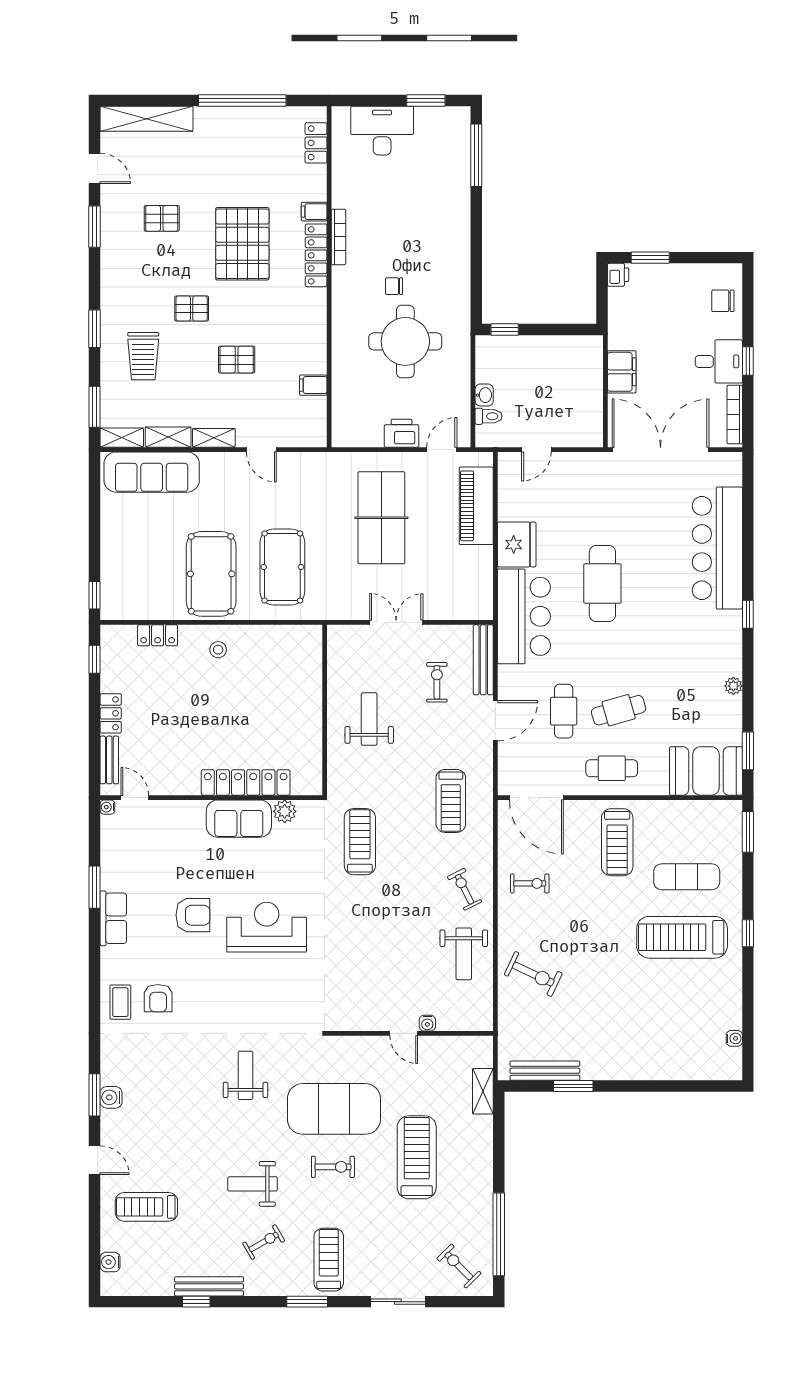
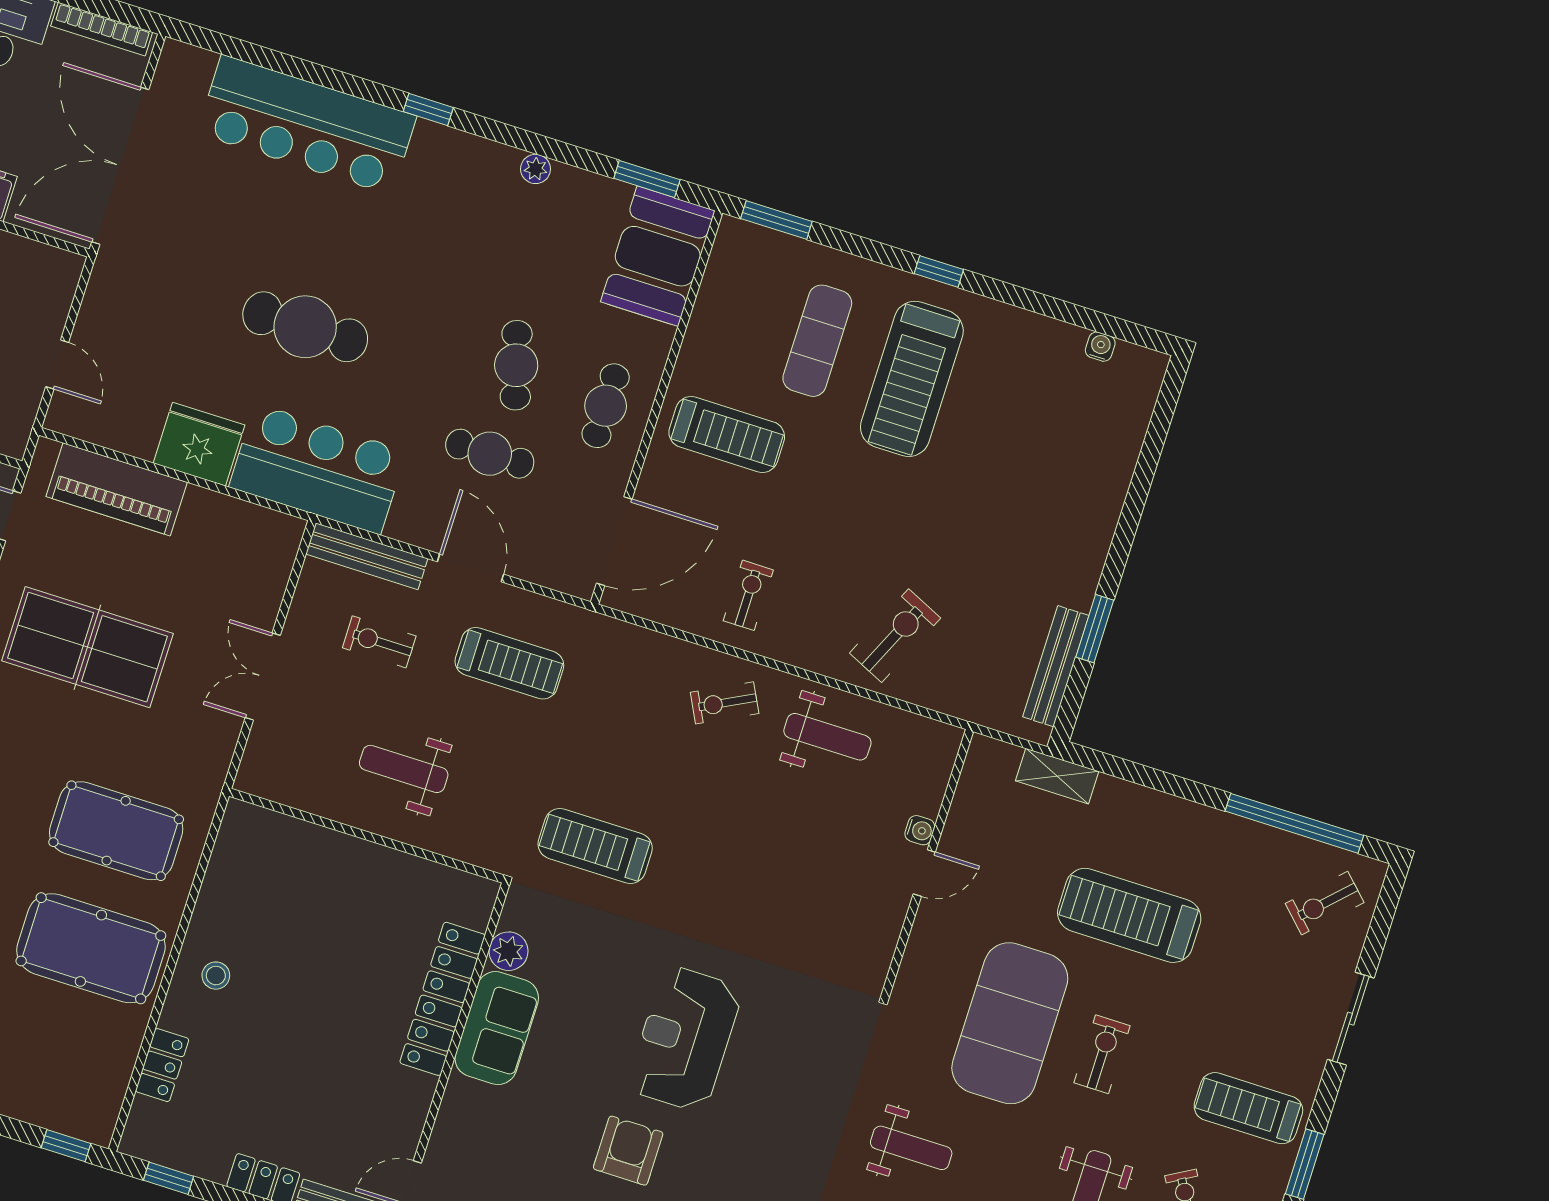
treadmill: (451, 801) -> (509, 663), moved
weight bench: (246, 1075) -> (911, 1148), turned 180

